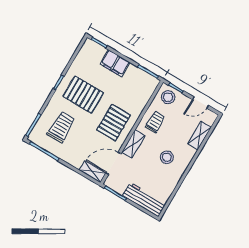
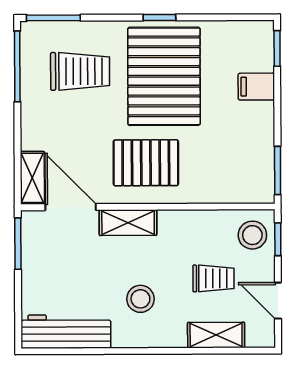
filing cabinet: (115, 63) -> (256, 87), width x0.50
pallet: (83, 95) -> (164, 76), width x1.37, depth x1.41
trolley: (155, 122) -> (213, 278), moved
workbench: (144, 200) -> (66, 332), moved, turned -90

